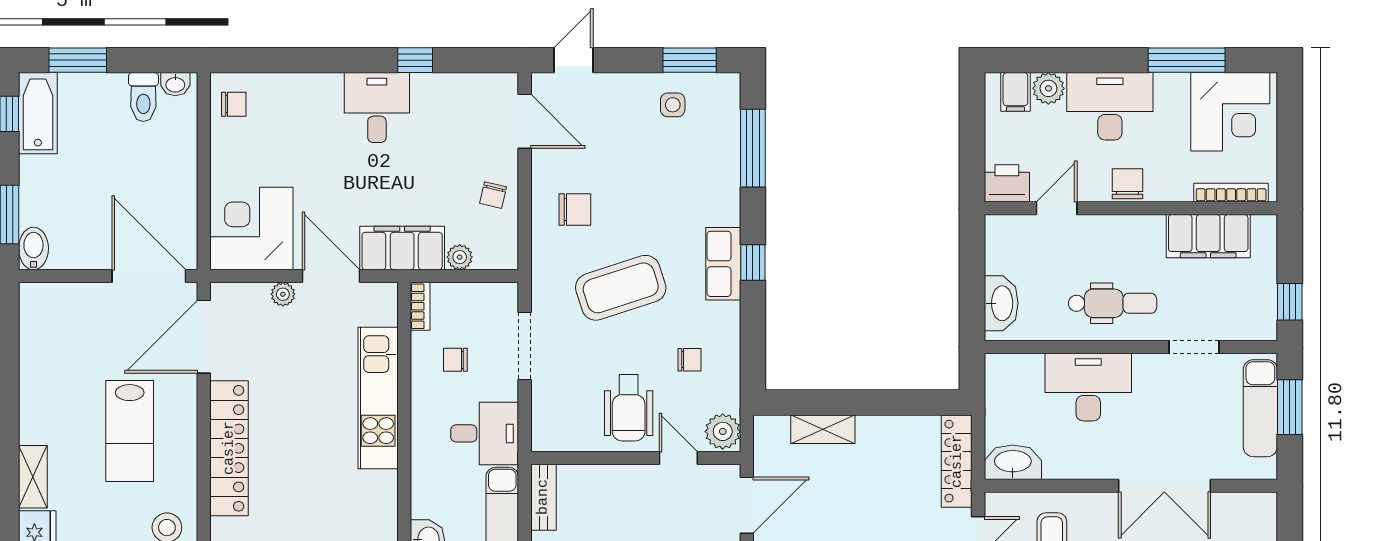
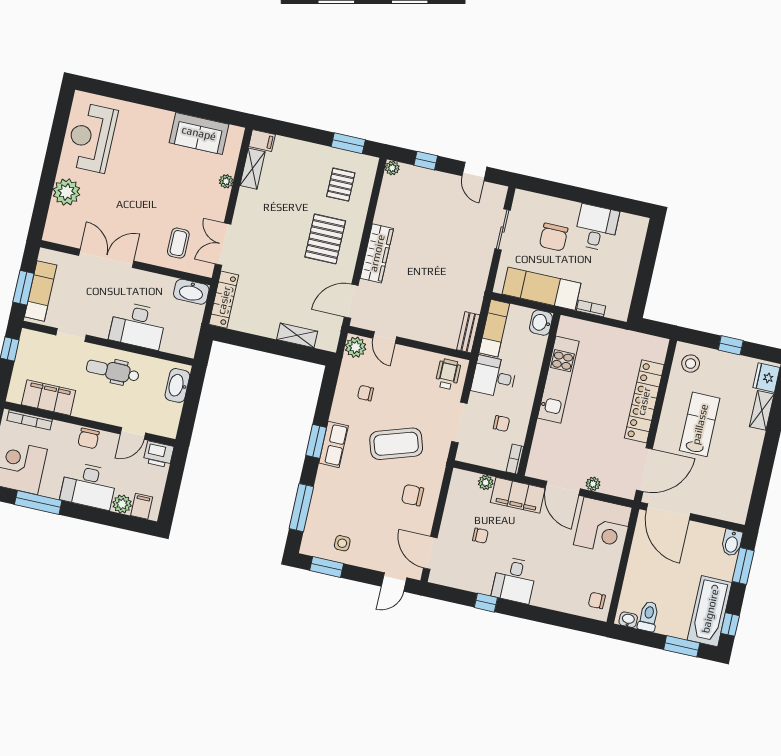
bathtub: (38, 113) -> (710, 611), width x1.36, depth x1.36
chair: (493, 195) -> (480, 536), moved, turned 77
window: (753, 262) -> (316, 441), width x1.50
kitchen unit: (378, 398) -> (558, 380), moved
wheelchair: (629, 408) -> (448, 374), moved, width x0.73, depth x0.73

